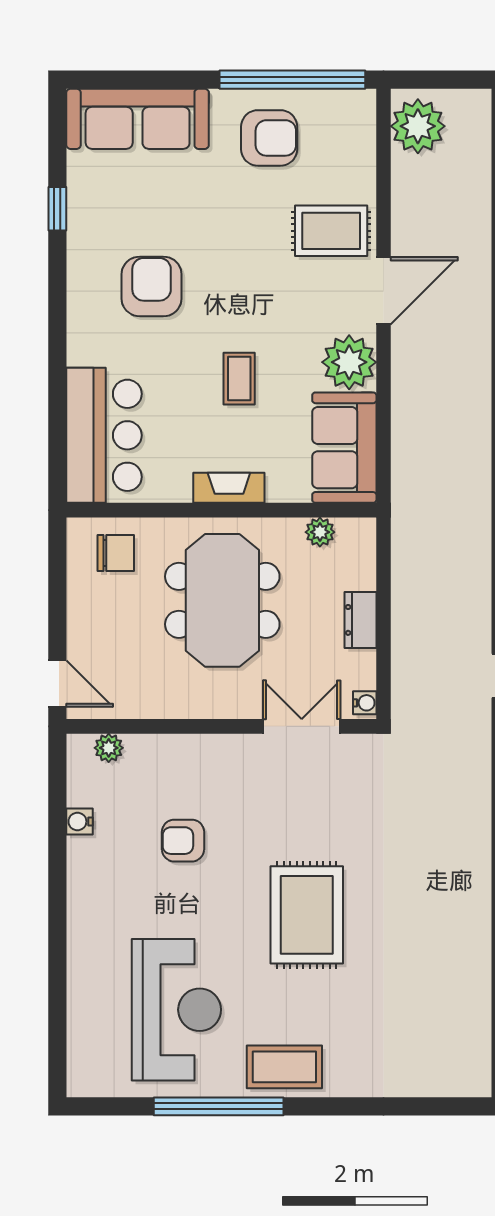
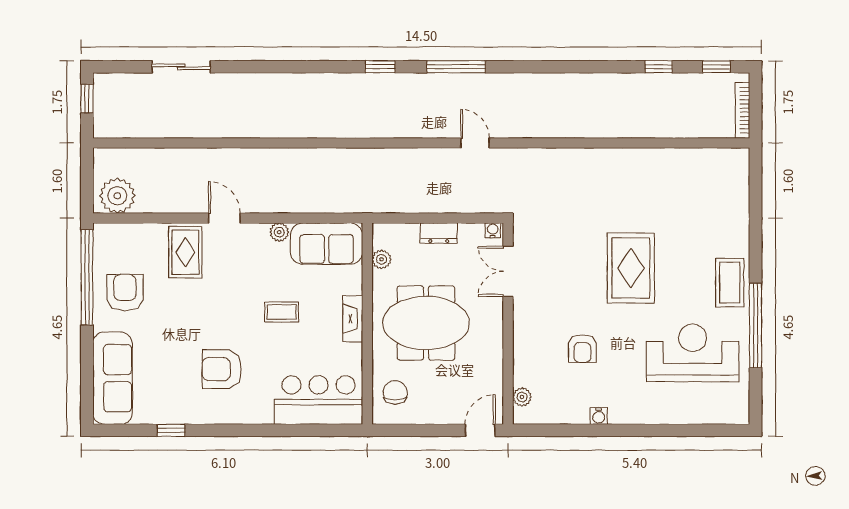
door: (384, 291) -> (224, 218), width x0.73
plant: (349, 362) -> (279, 232), width x0.53, depth x0.53
water cooler: (80, 821) -> (599, 416), moved
rug: (307, 915) -> (631, 268), turned 90

